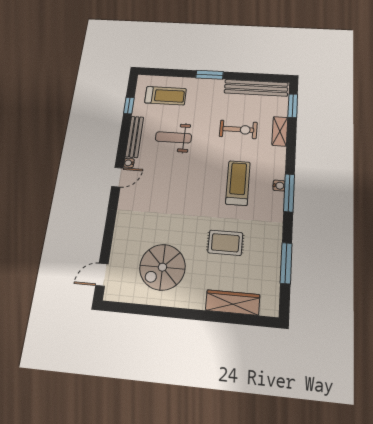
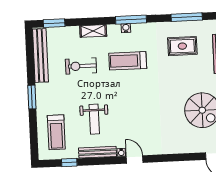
treadmill: (165, 96) -> (56, 132), turned 180
exercise bike: (238, 129) -> (81, 66), turned -90
shelving: (280, 131) -> (93, 31), moved
rug: (225, 243) -> (182, 46), moved, turned 90

